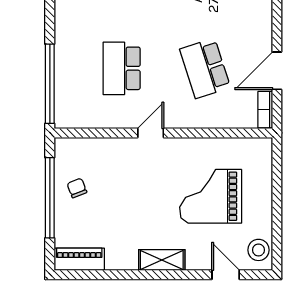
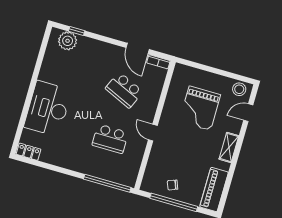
school desk: (205, 68) -> (124, 90), turned 42
piano: (79, 259) -> (214, 190), width x1.37, depth x1.33

